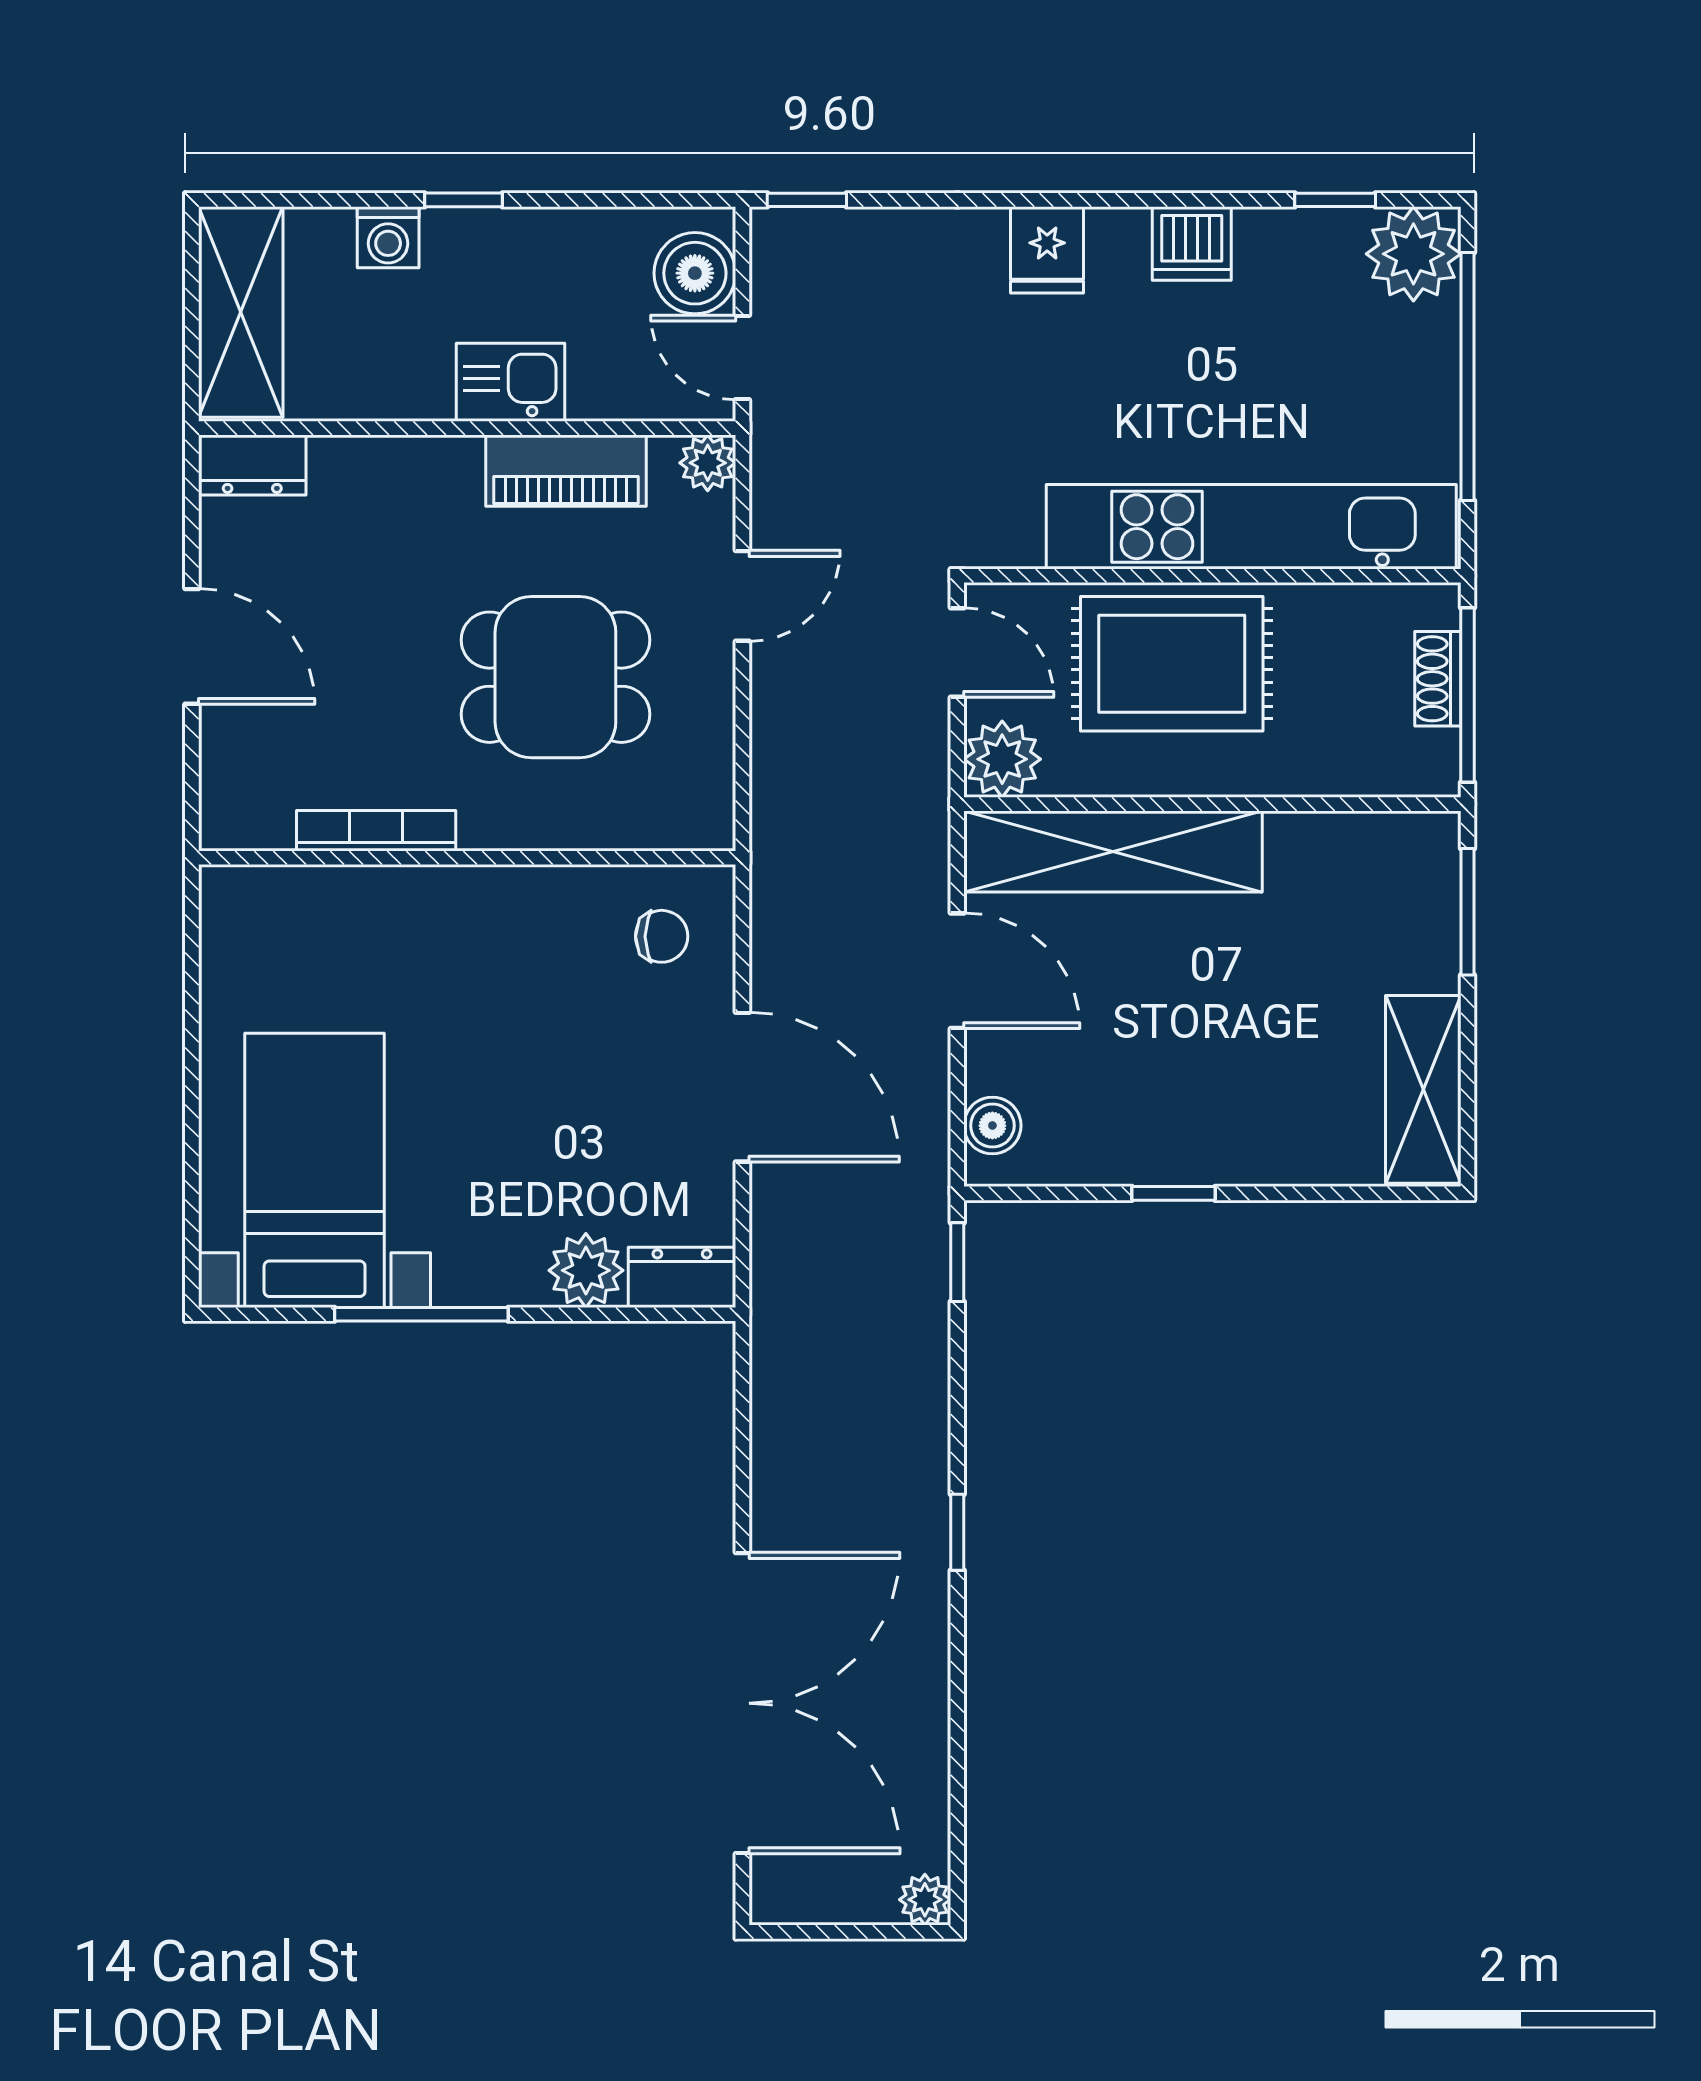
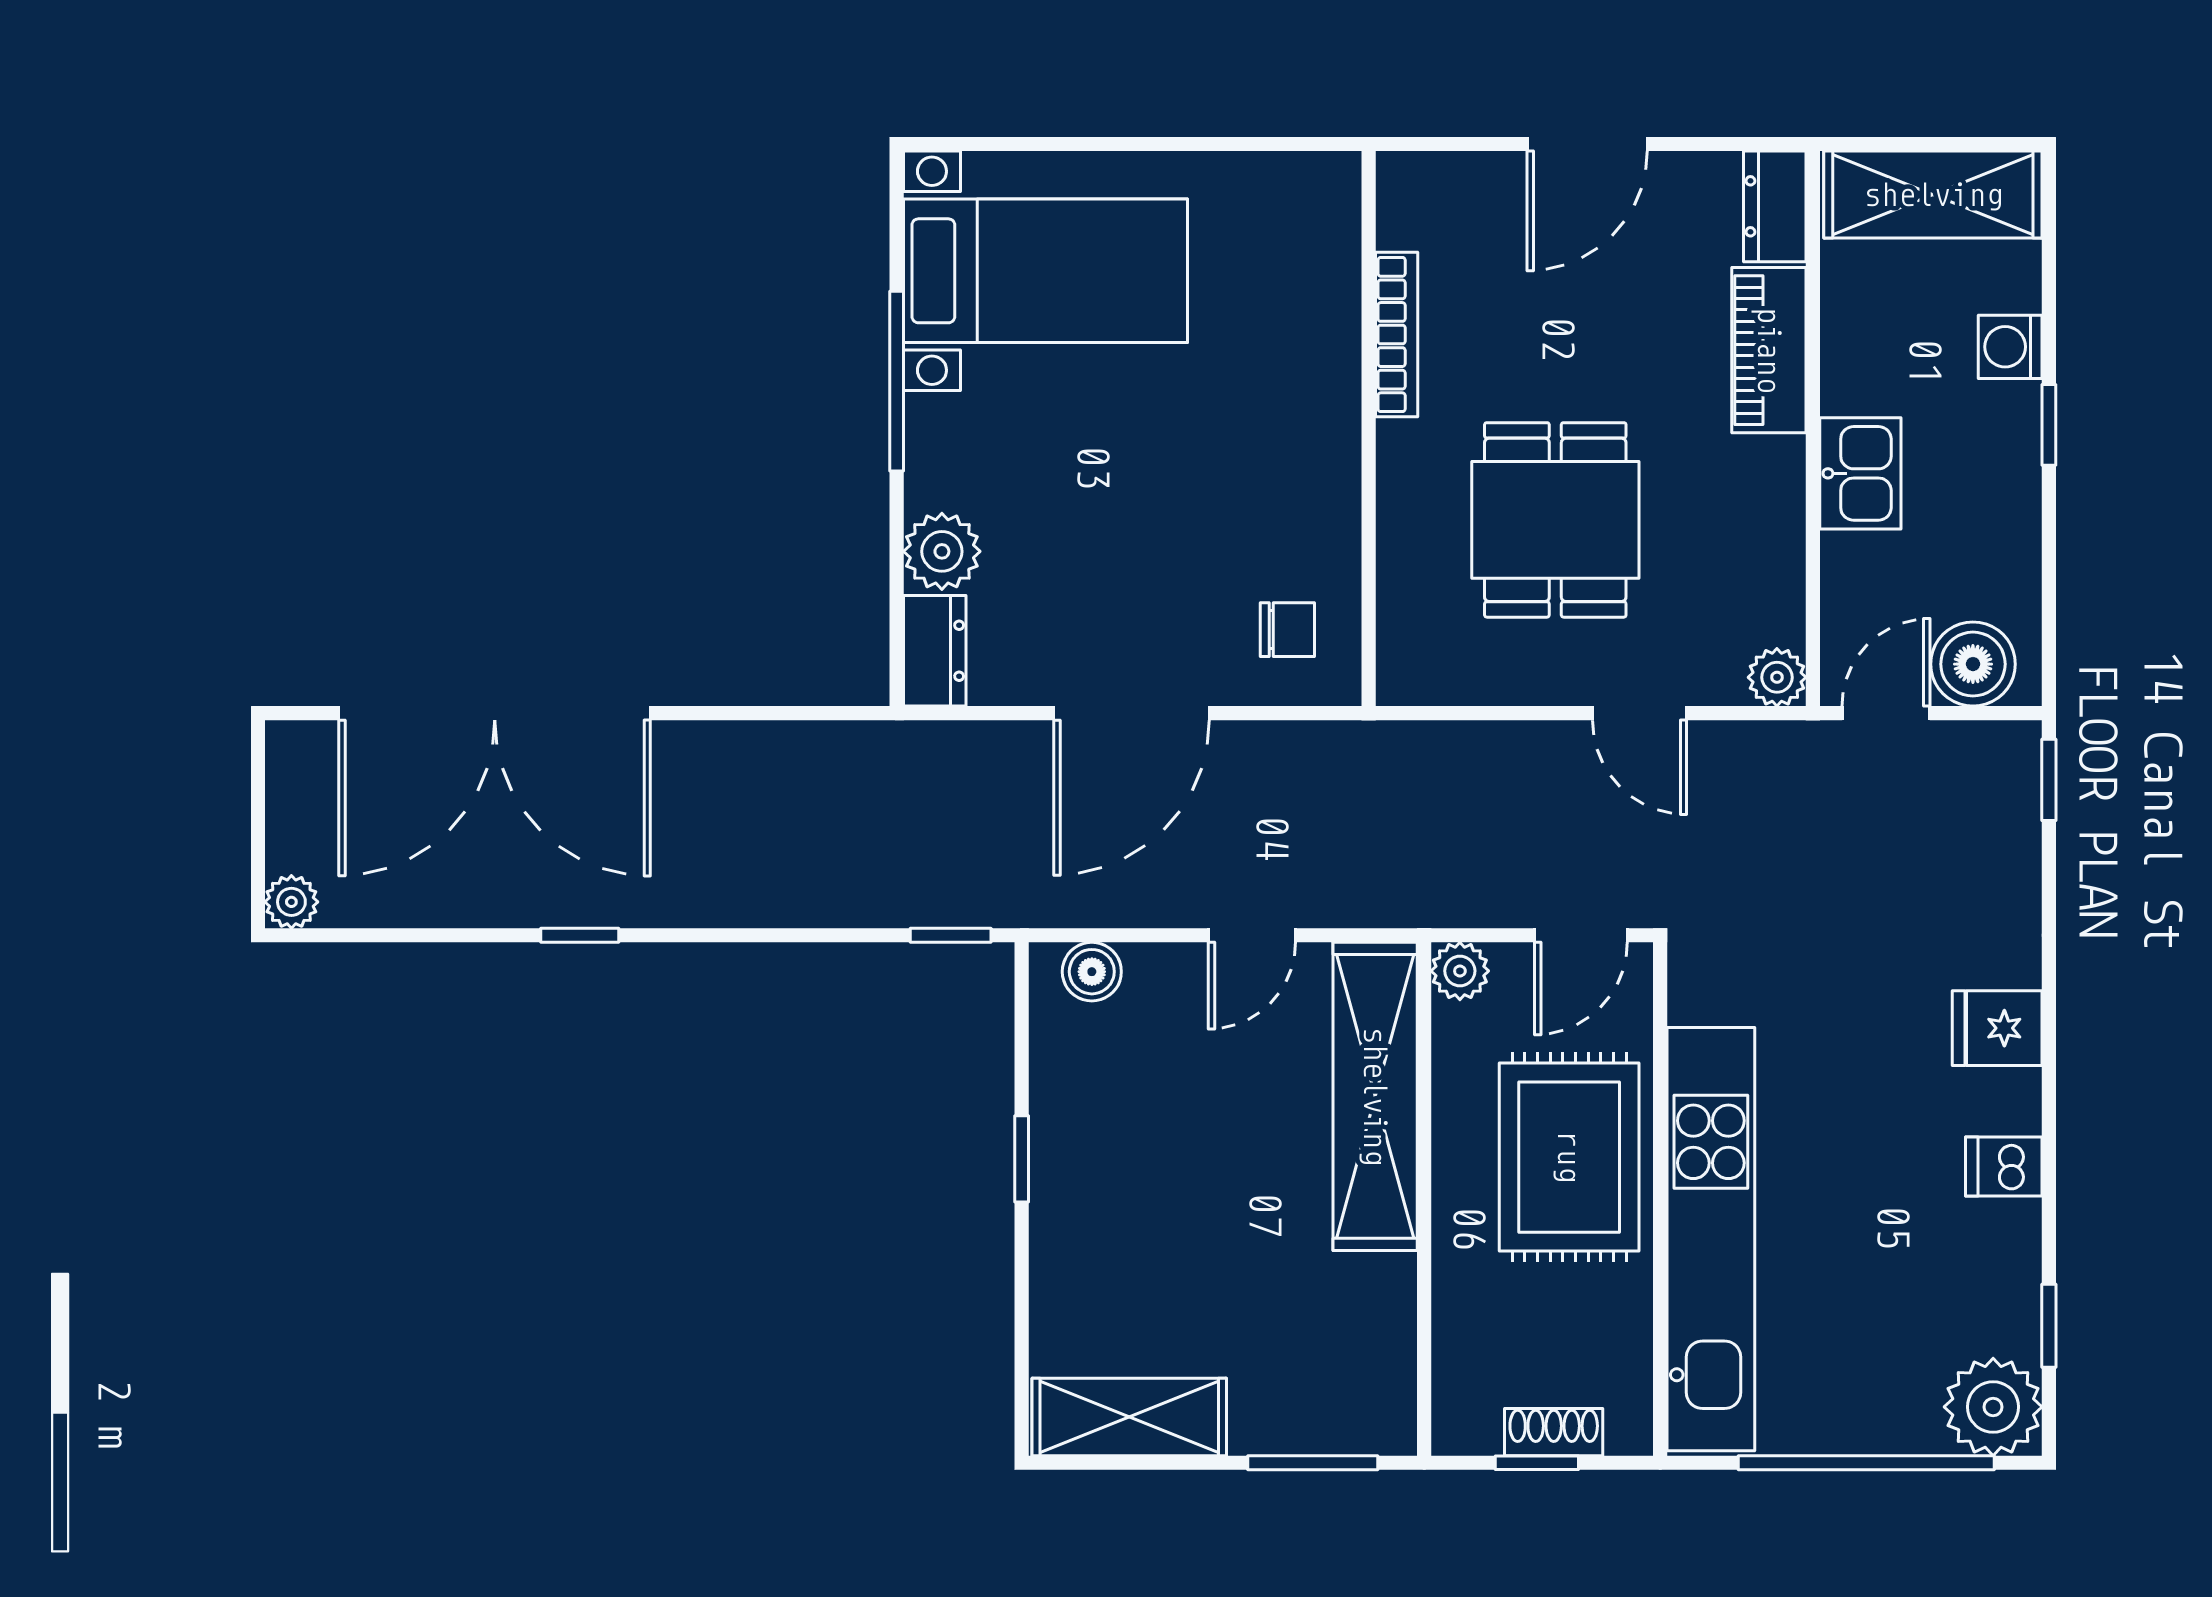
dishwasher: (1192, 243) -> (2004, 1167), width x0.73
piano: (566, 471) -> (1769, 350), moved
window: (1467, 695) -> (1537, 1463), width x0.46
plant: (1002, 759) -> (1460, 971), width x0.73, depth x0.73
chair: (662, 936) -> (1287, 630), turned -90
door: (957, 971) -> (1252, 935), width x0.73
window: (957, 1532) -> (580, 935), moved

